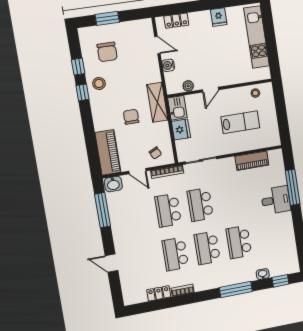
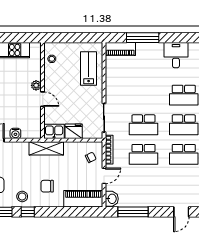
plant: (188, 86) -> (36, 85), moved
chair: (131, 117) -> (47, 186), moved
lab bench: (240, 122) -> (89, 68), moved
piano: (252, 161) -> (120, 49), moved, turned 90
desk: (276, 200) -> (176, 55), moved

